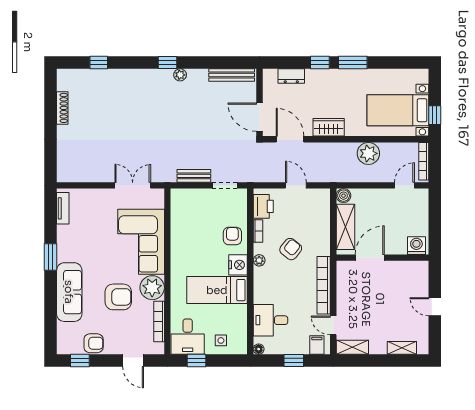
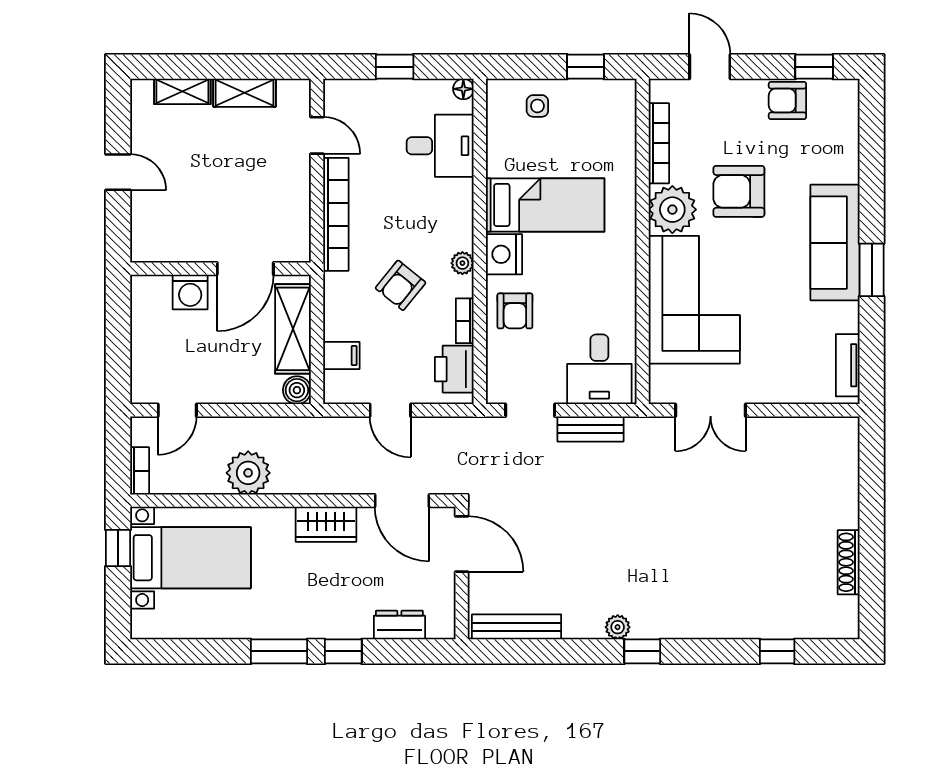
bookcase: (424, 161) -> (140, 471), width x0.64
washing machine: (416, 246) -> (190, 292), moved
sofa: (69, 292) -> (835, 243), moved
desk: (188, 337) -> (599, 369), moved, turned 180
filing cabinet: (317, 345) -> (341, 355), moved, turned -90
shelving: (352, 347) -> (244, 93), moved

